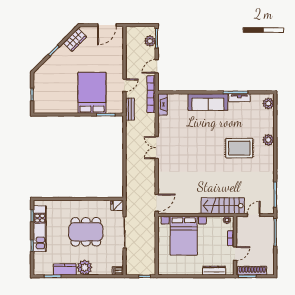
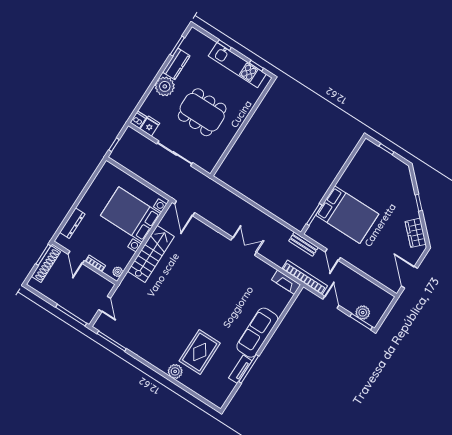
plant: (268, 103) -> (214, 396), removed
rug: (239, 148) -> (200, 352), moved
fridge: (117, 205) -> (150, 126), moved
stairs: (223, 206) -> (151, 254), moved
dining table: (86, 232) -> (202, 112), turned 90

